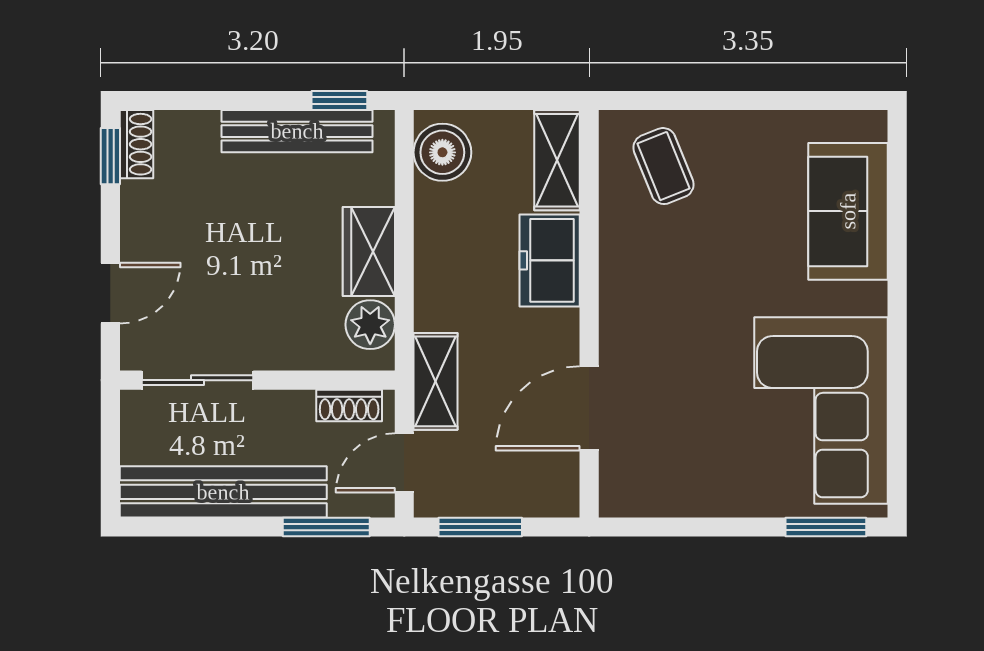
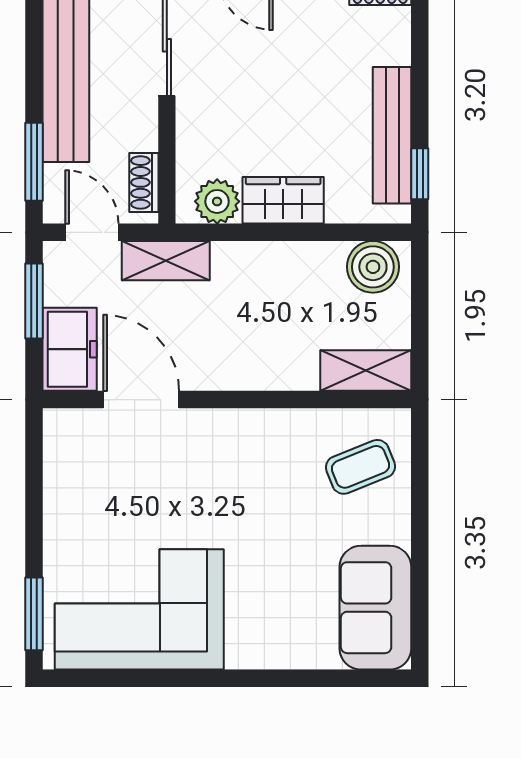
sofa: (848, 211) -> (375, 608), moved, turned -90
freezer: (550, 260) -> (70, 349), moved, turned 90

